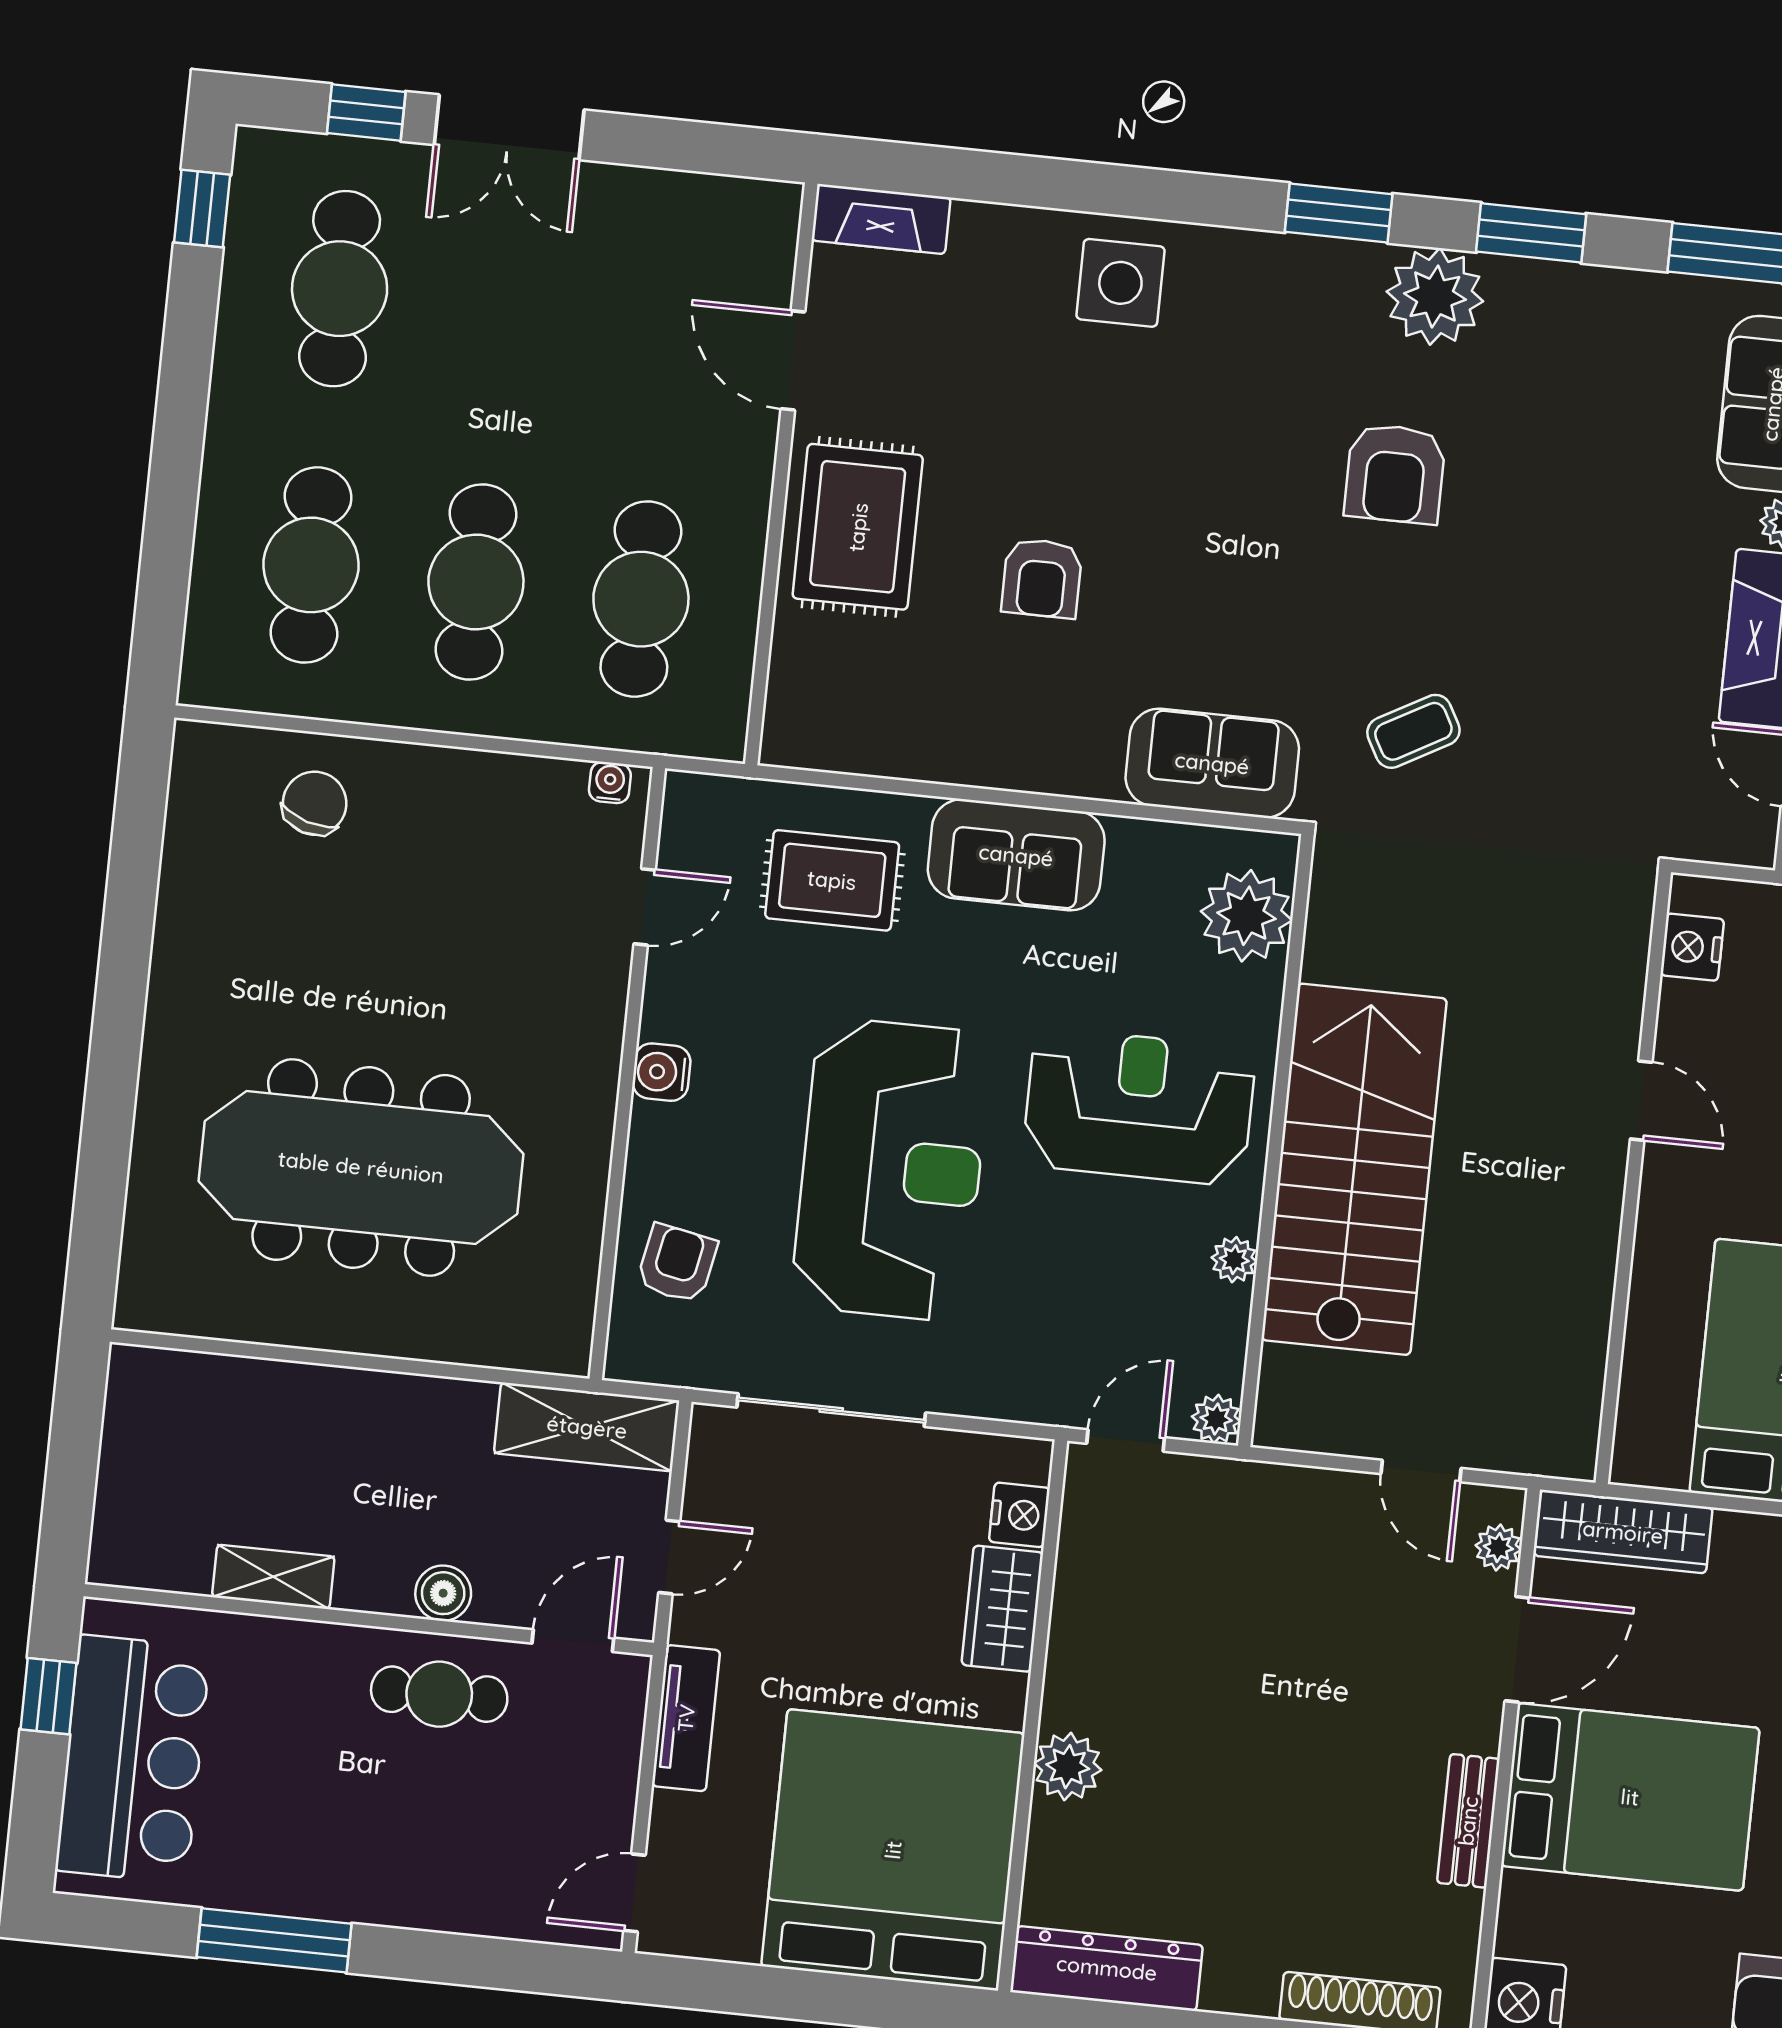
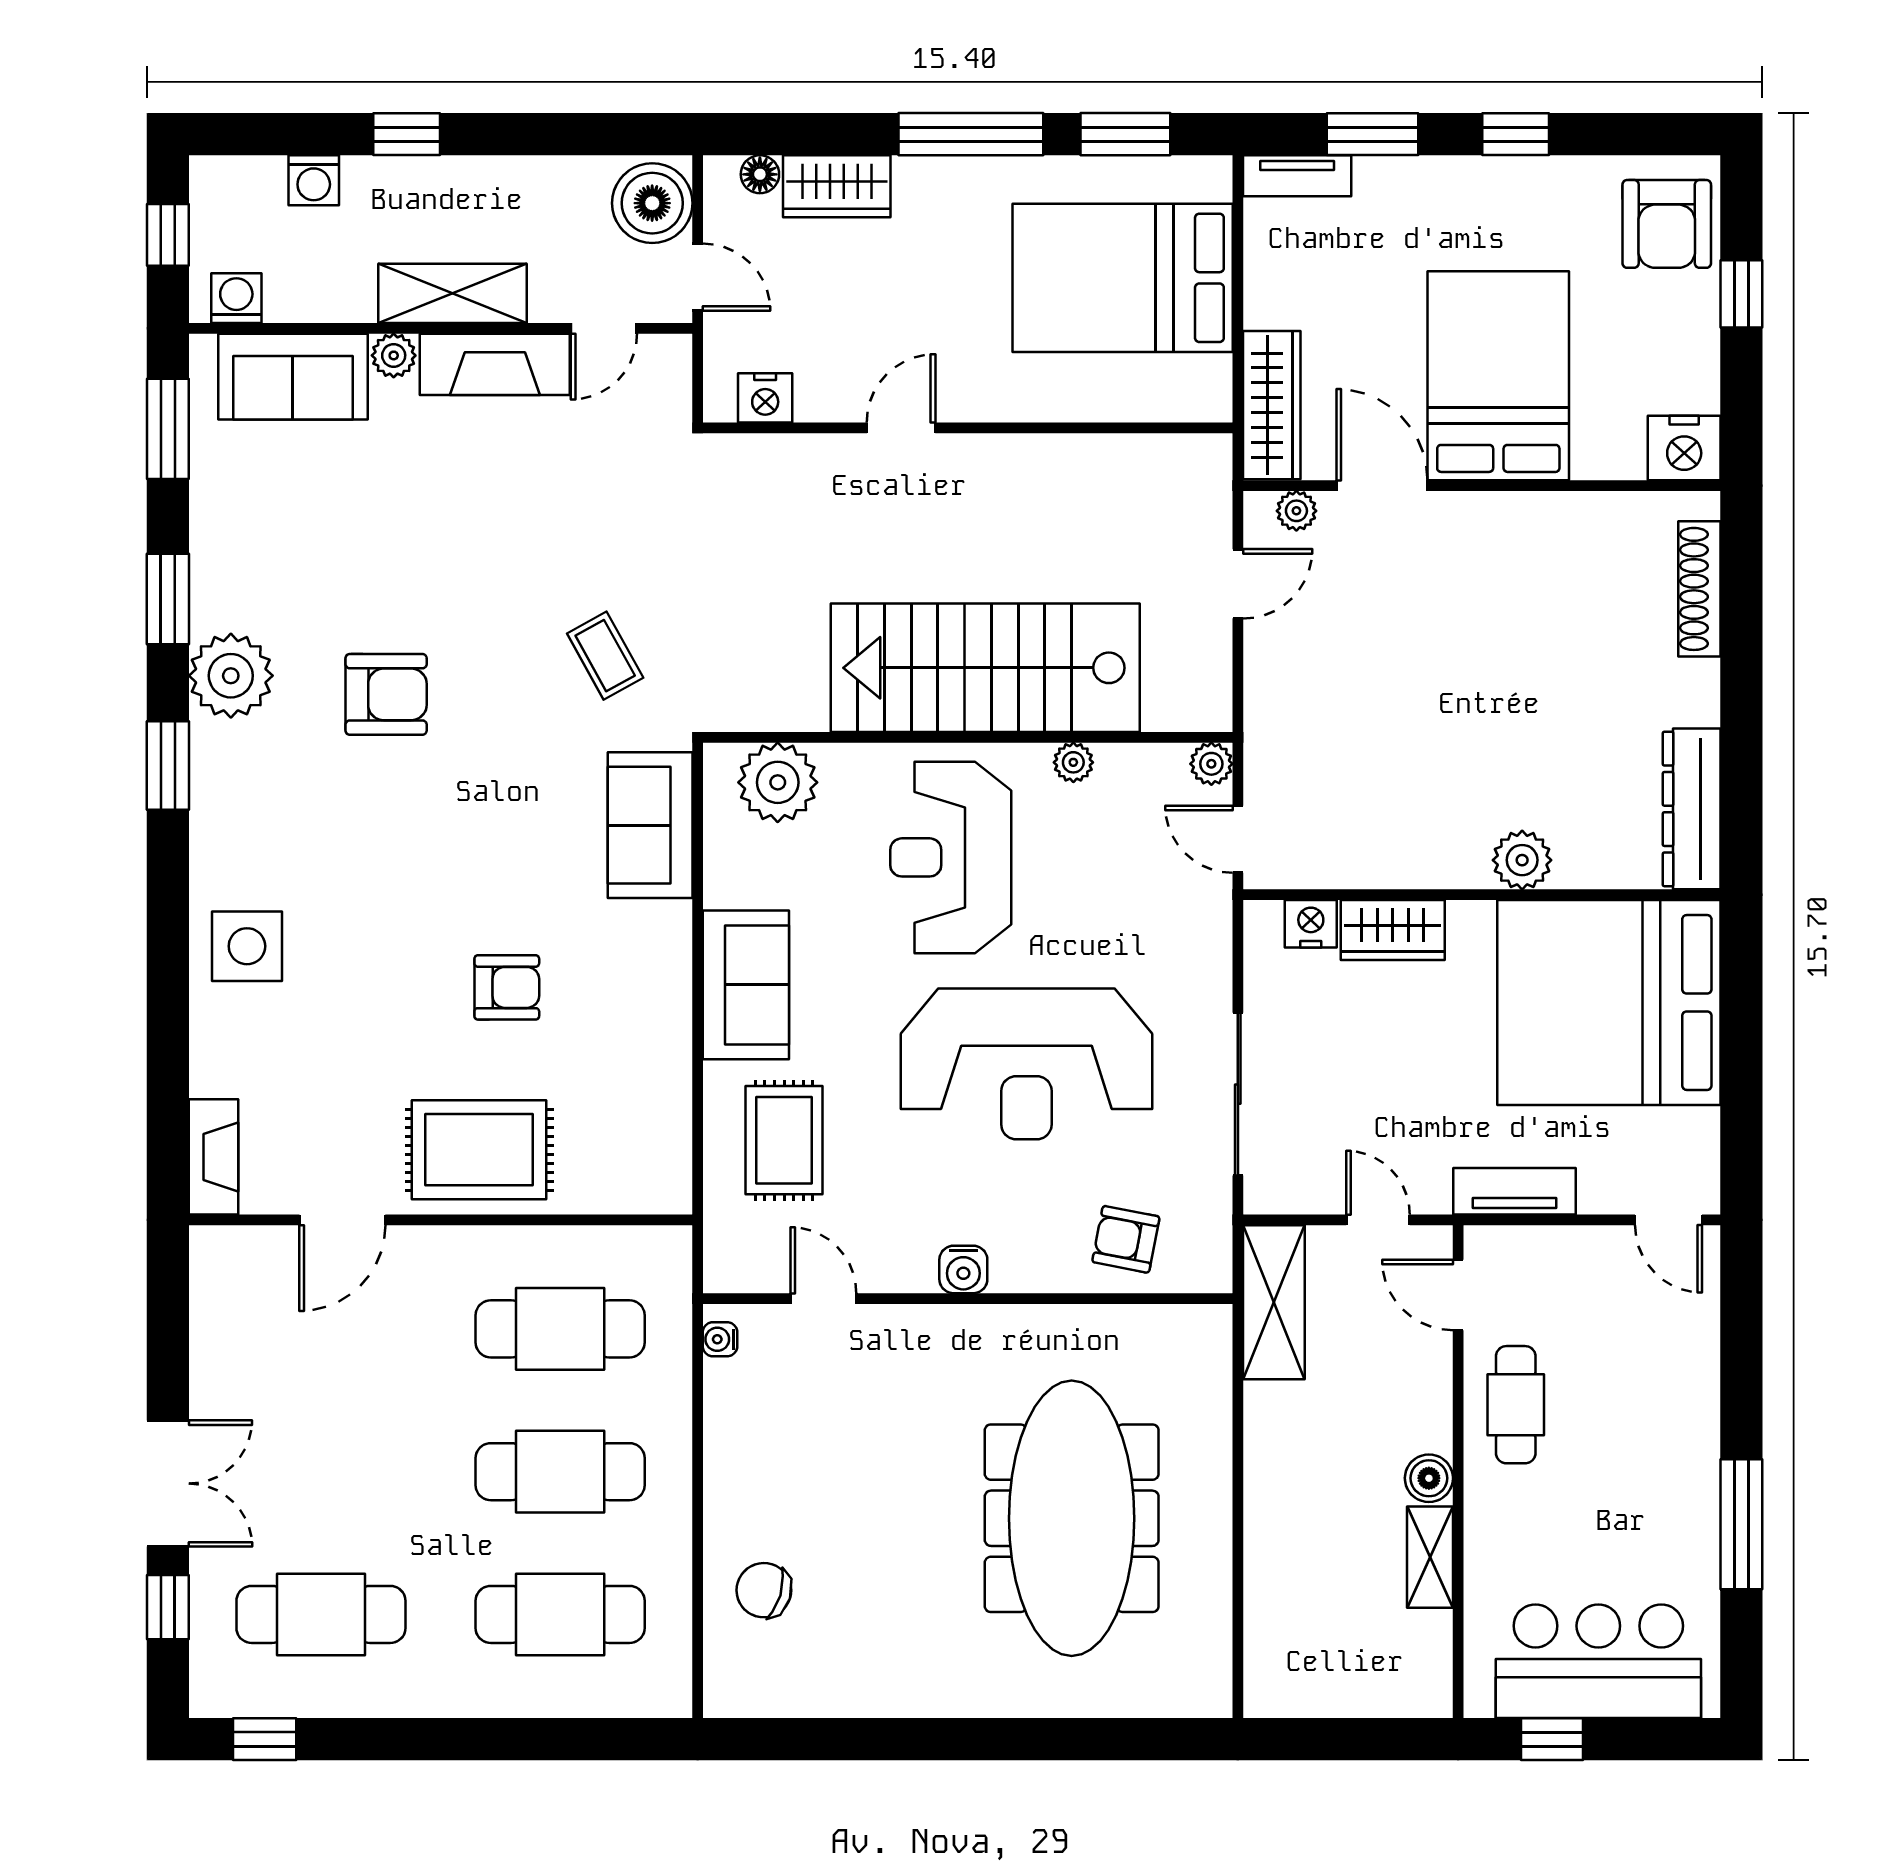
reception desk: (891, 1170) -> (1026, 1064), turned 180
boiler: (443, 1593) -> (1429, 1478), moved
bench: (1468, 1821) -> (1533, 512), removed

